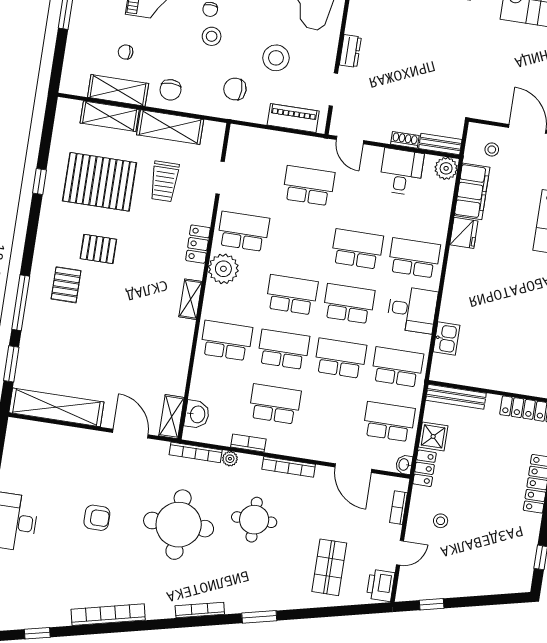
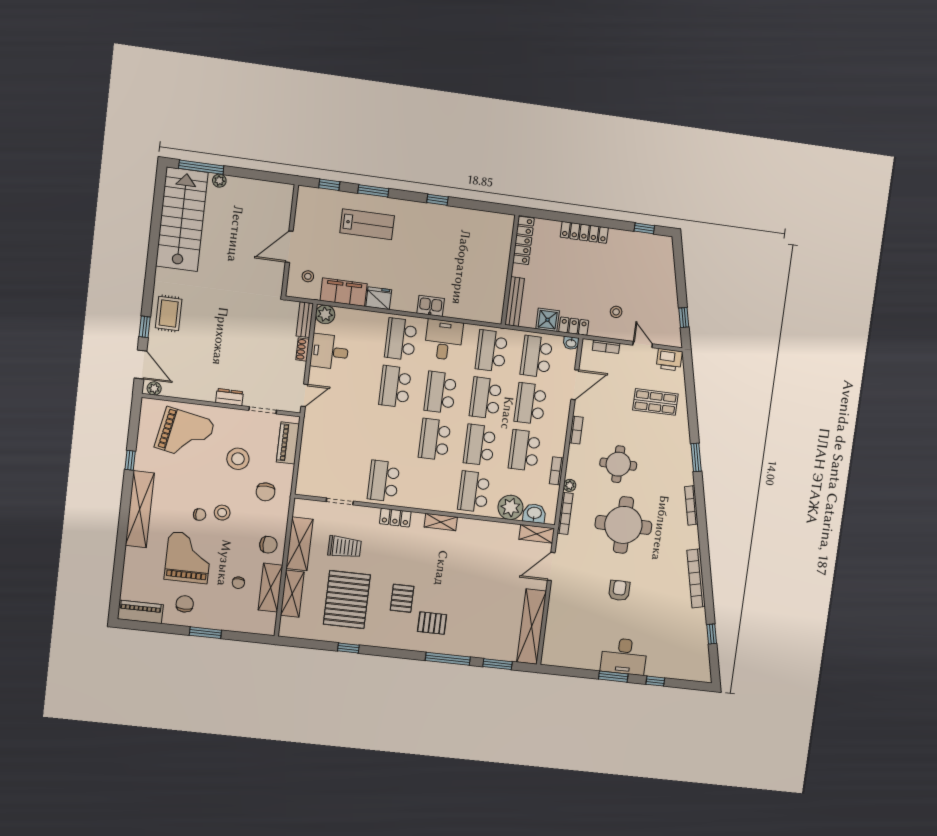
school desk: (309, 186) -> (530, 404), moved
plant: (223, 269) -> (510, 507), moved
kitchen sink: (446, 339) -> (431, 306), moved
bookcase: (289, 467) -> (576, 430), width x0.64

